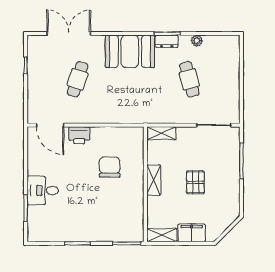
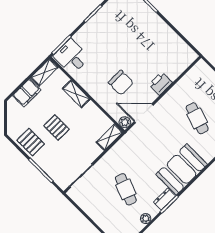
cafe table: (189, 79) -> (126, 189), turned 36
door: (50, 125) -> (144, 113), moved
plant: (138, 133) -> (125, 122), added
shelving: (154, 180) -> (76, 94), moved
desk: (43, 190) -> (71, 57), moved, turned -90
pallet: (227, 191) -> (31, 142), added

